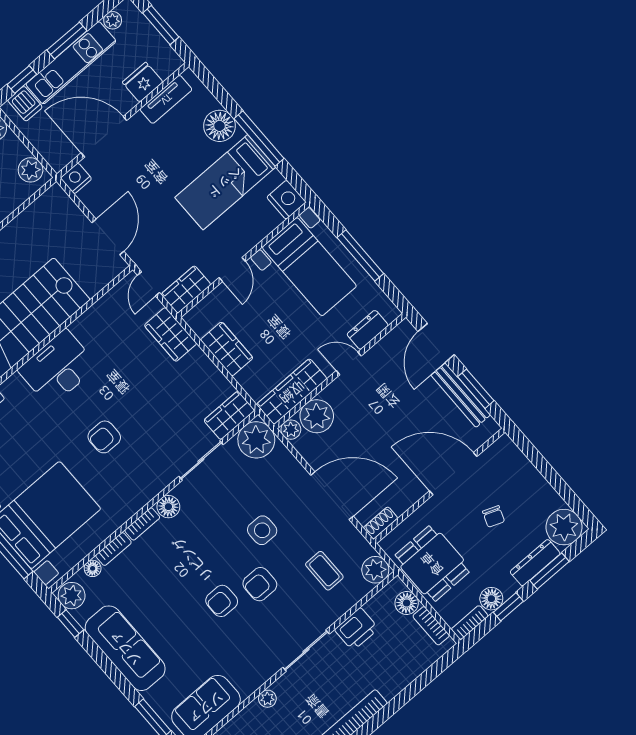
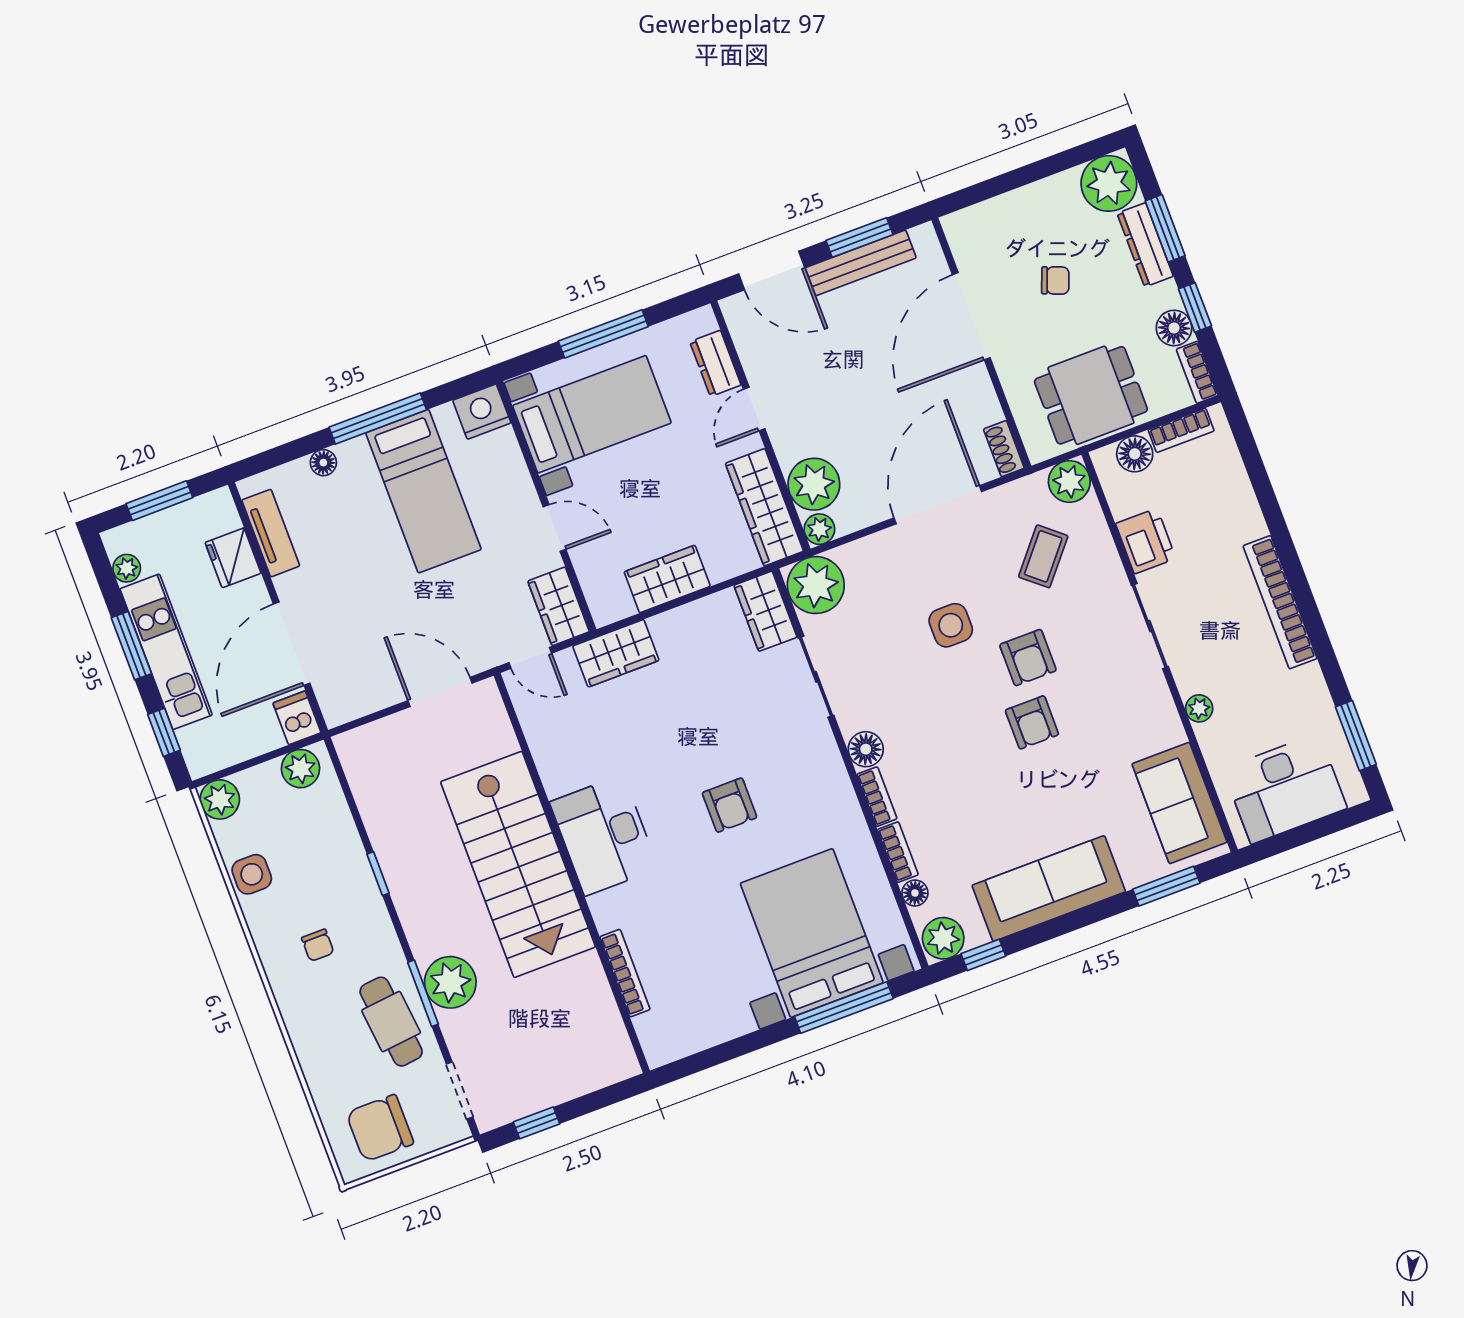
dishwasher: (25, 104) -> (297, 718), moved, turned -90
floor lamp: (220, 126) -> (323, 463), width x0.53, depth x0.53
nightstand: (76, 178) -> (337, 707), removed
coffee table: (324, 571) -> (1043, 556), turned -50

